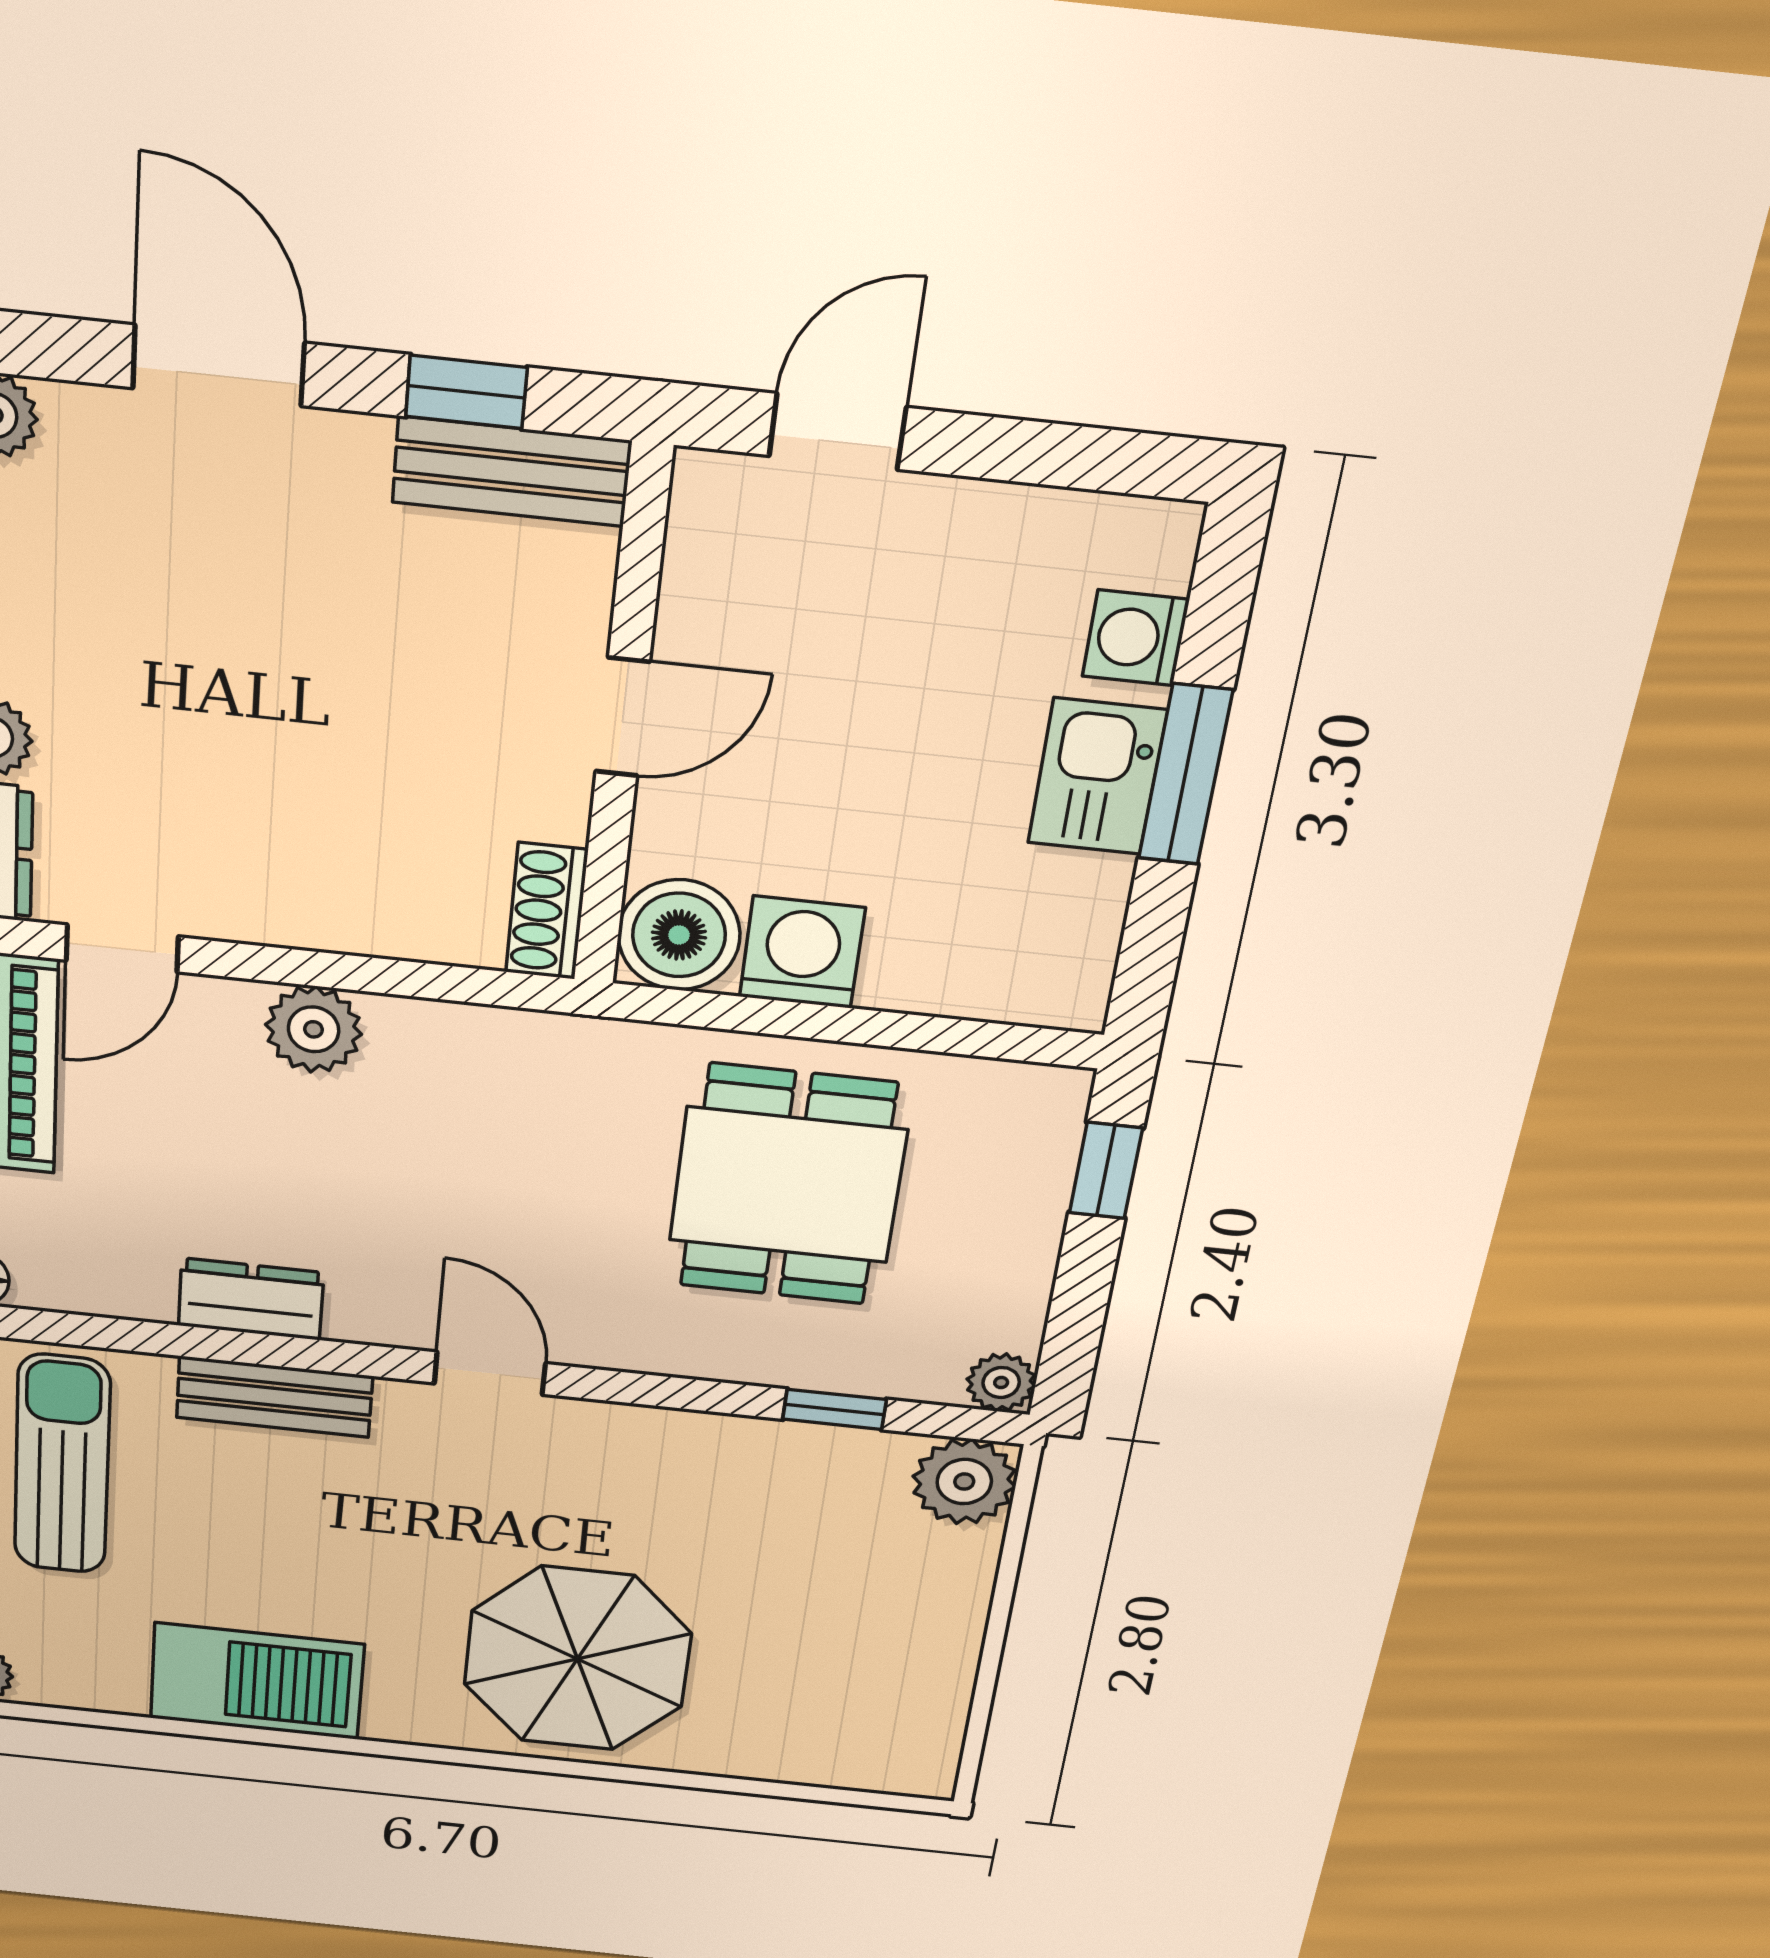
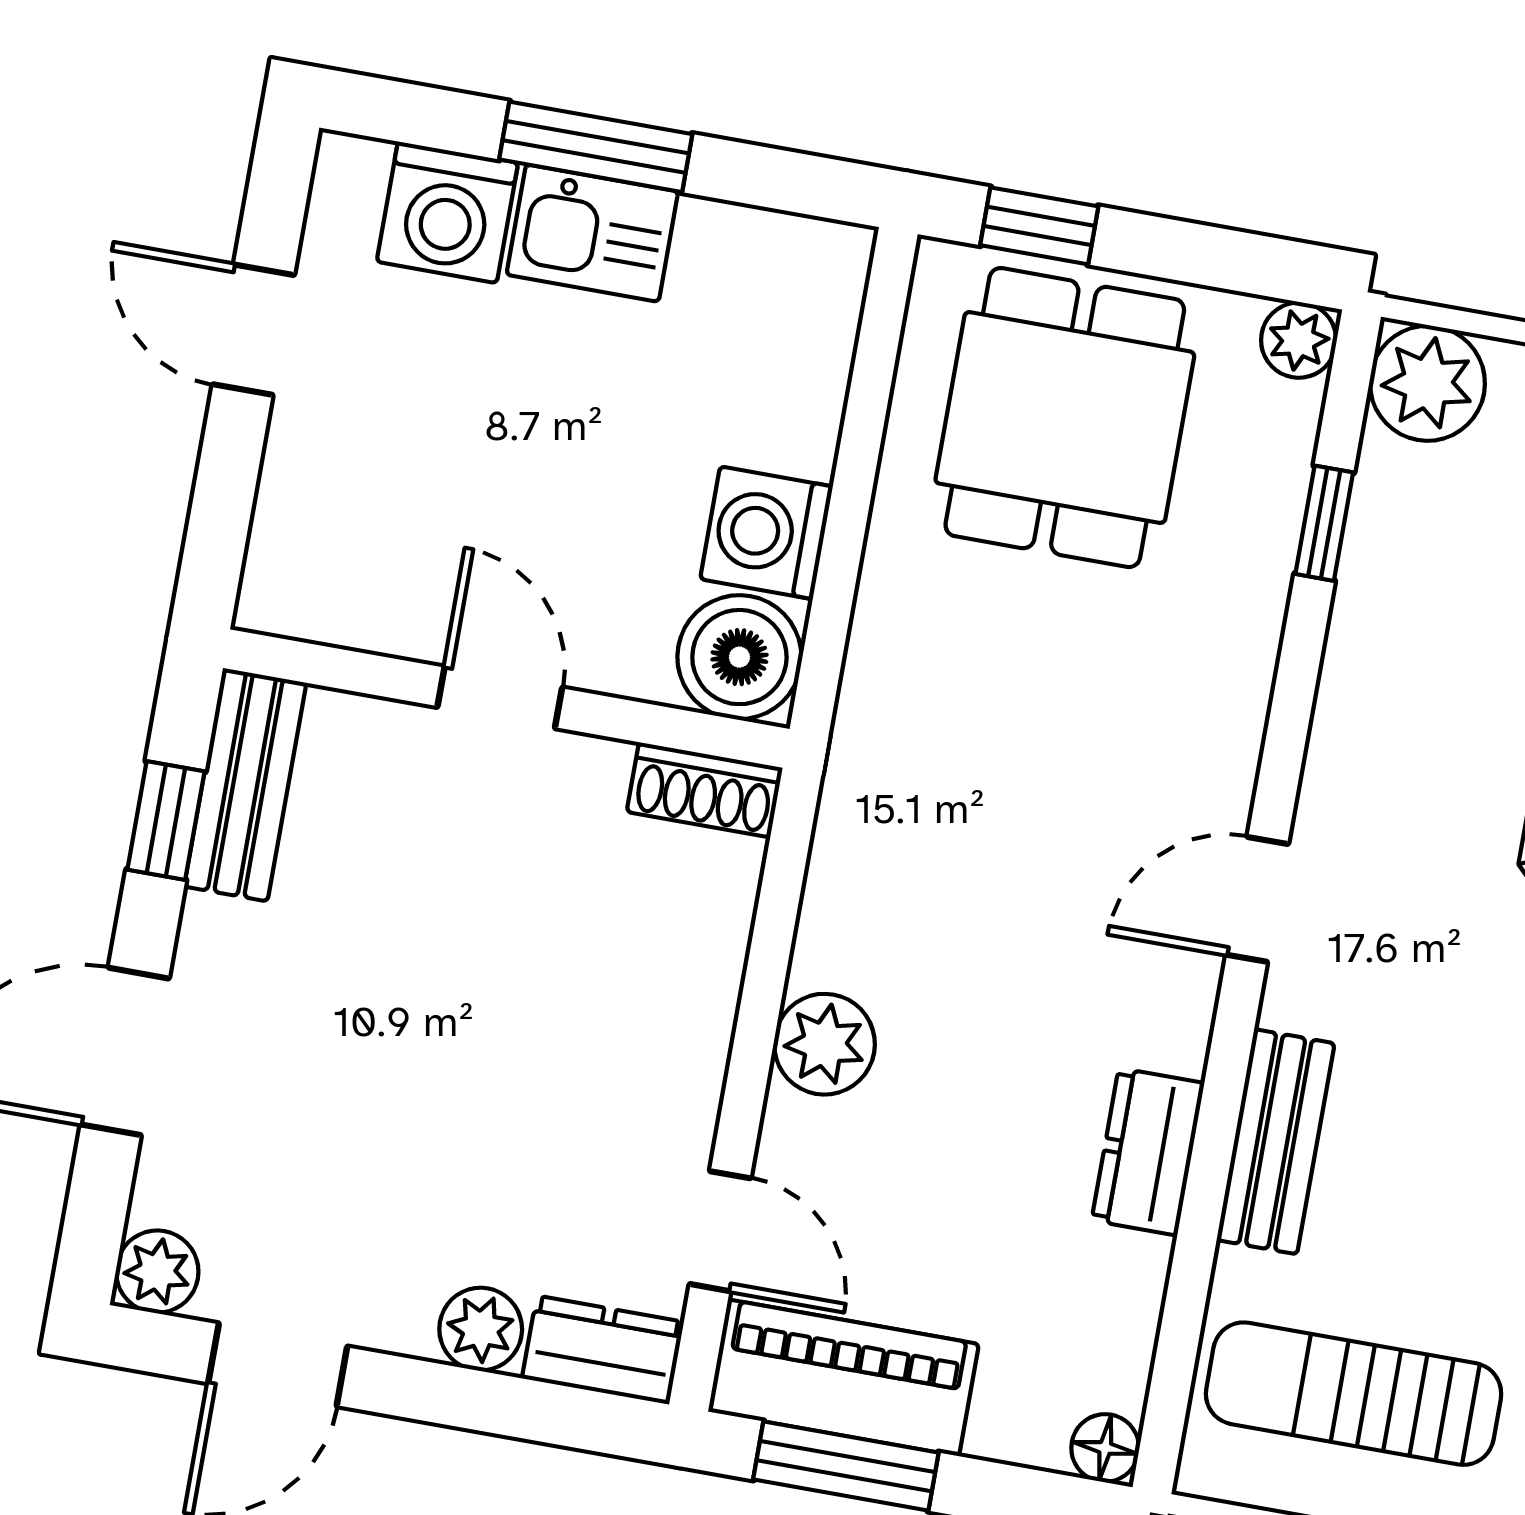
door: (837, 432) -> (253, 330), moved
washing machine: (1136, 638) -> (447, 212), width x1.38, depth x1.38
dining table: (788, 1185) -> (1065, 418), moved, turned 90

